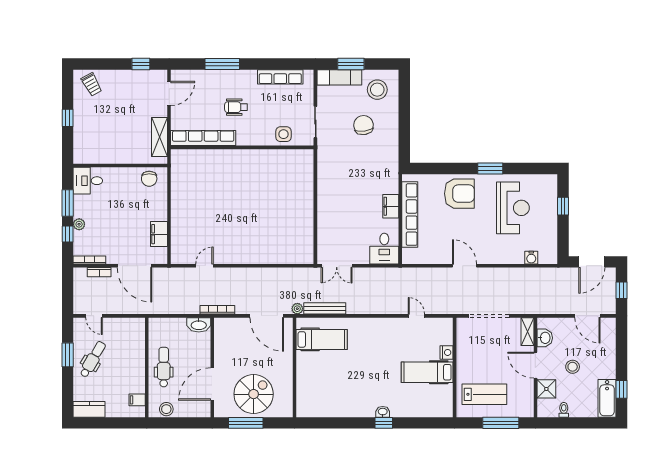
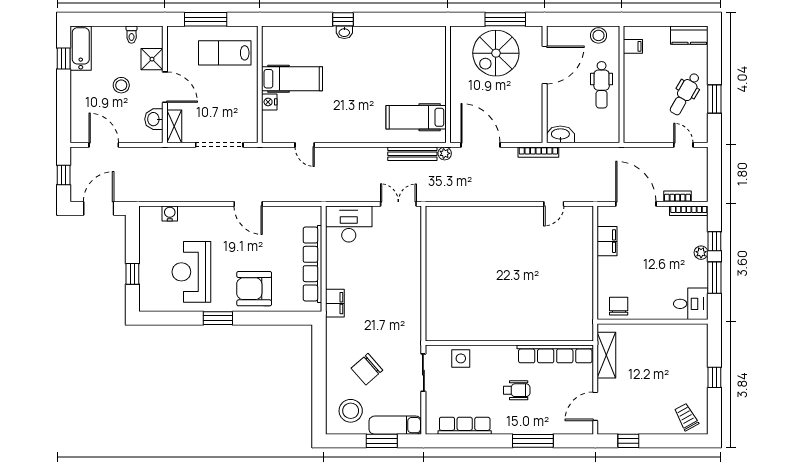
chair: (363, 125) -> (367, 369), turned 57
filing cabinet: (391, 206) -> (335, 303), moved
desk: (384, 249) -> (349, 224), width x1.37

